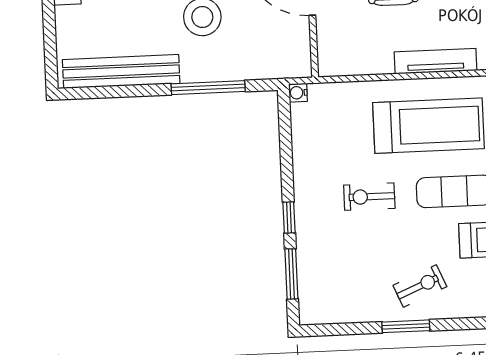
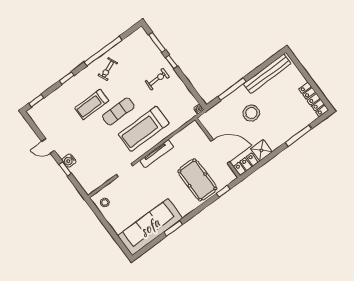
exercise bike: (369, 197) -> (157, 79), moved
window: (406, 326) -> (103, 51), width x2.11

